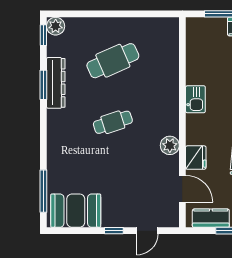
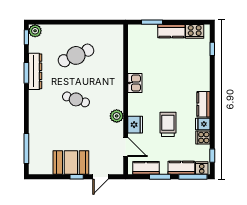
cafe table: (113, 122) -> (76, 99), turned 36
booth: (76, 211) -> (71, 163), moved

